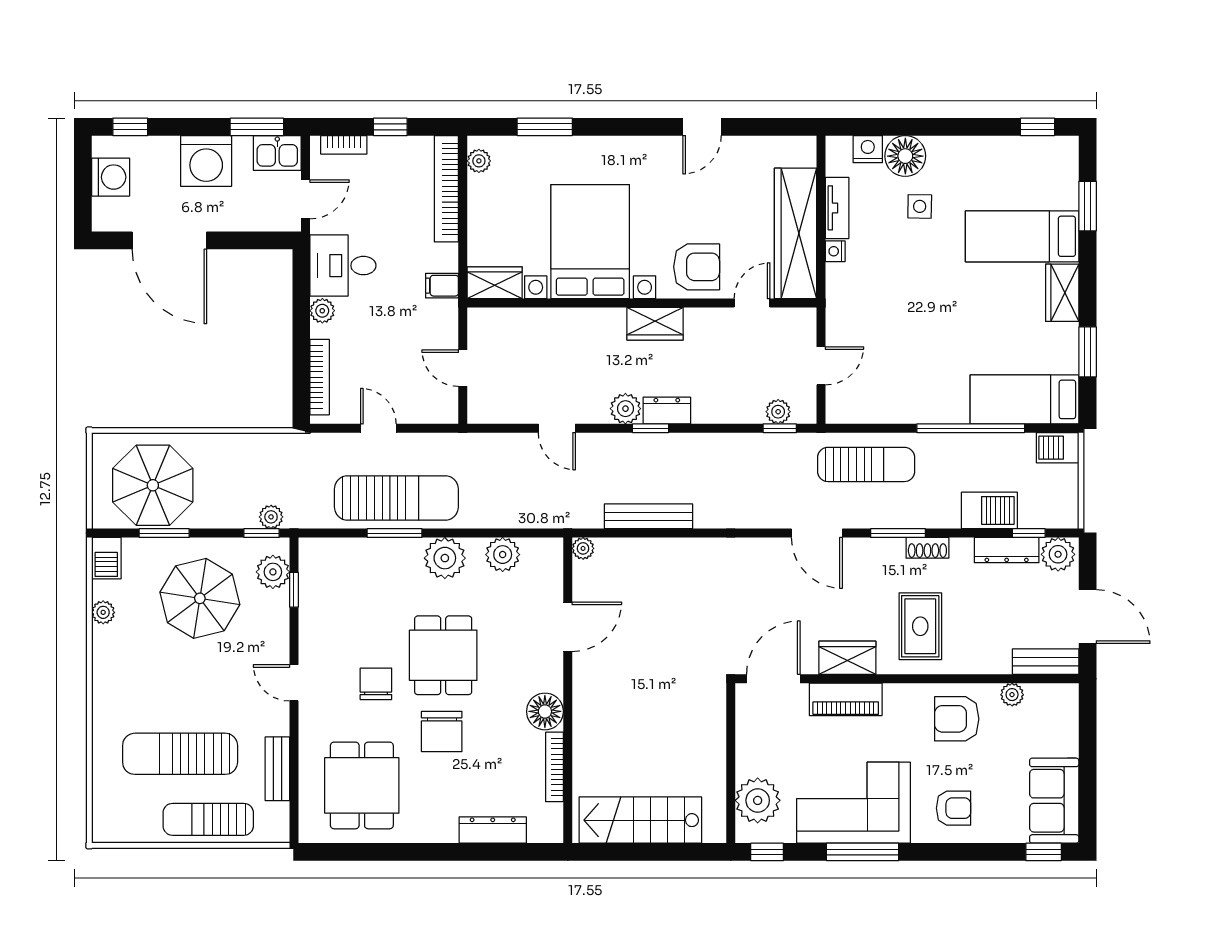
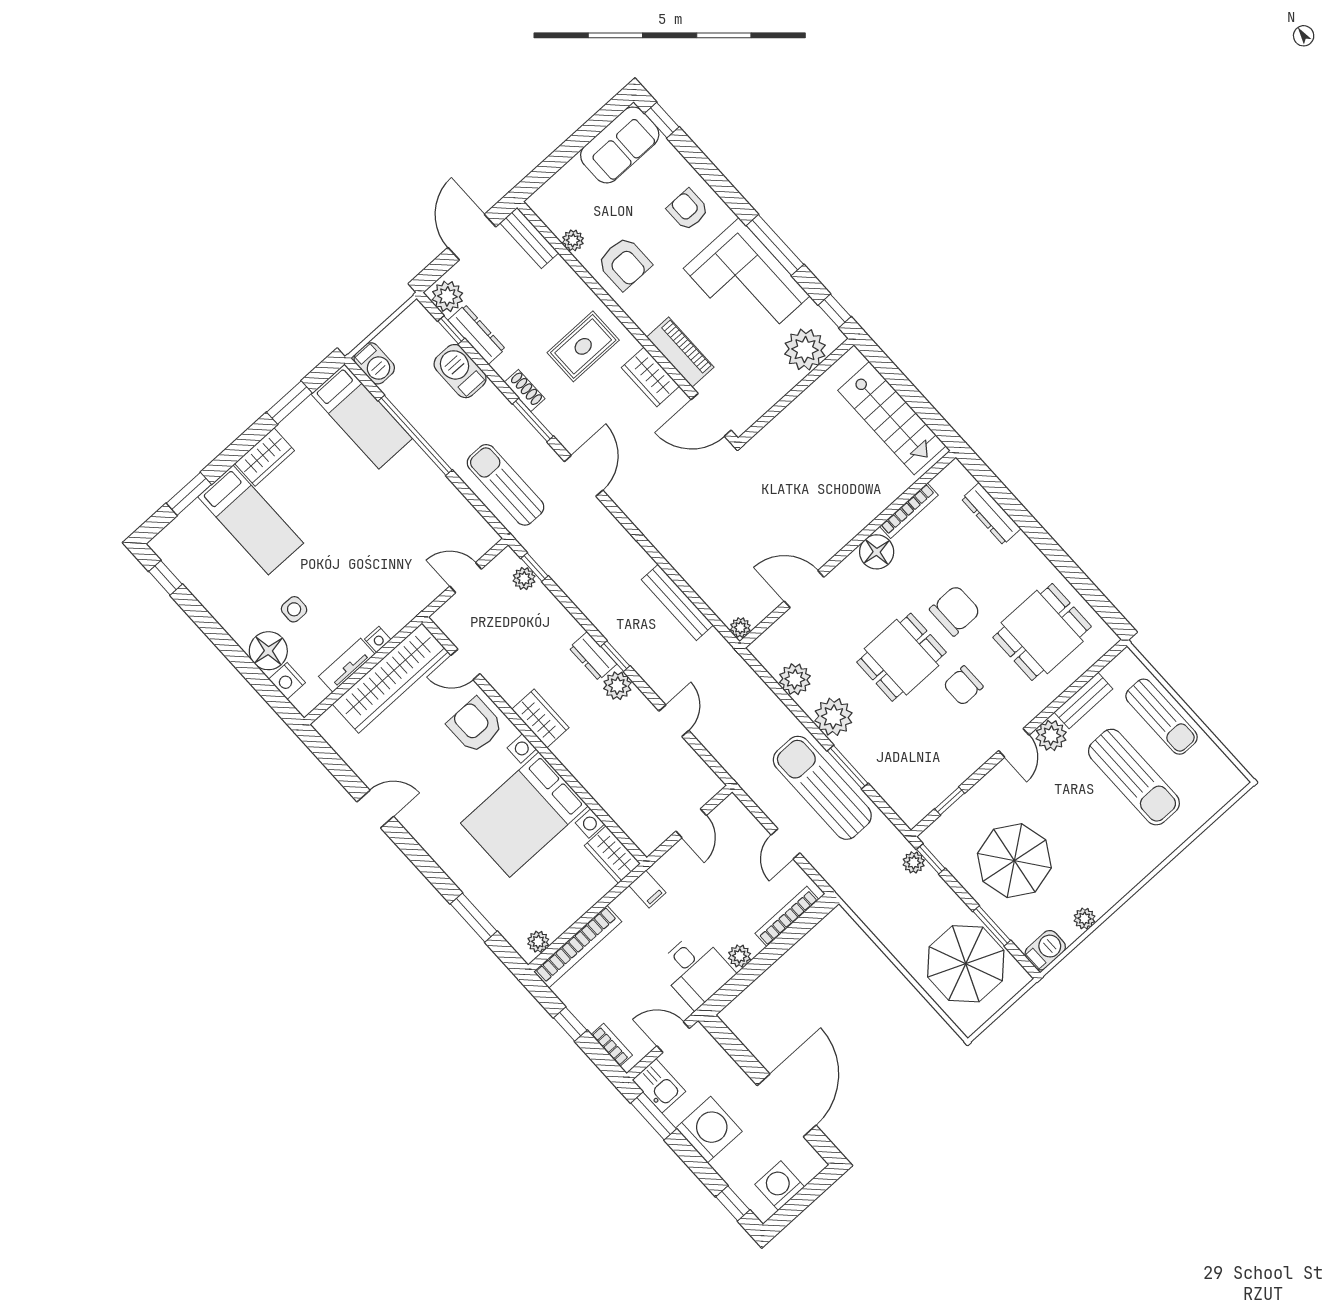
plant: (273, 572) -> (1051, 735), moved

